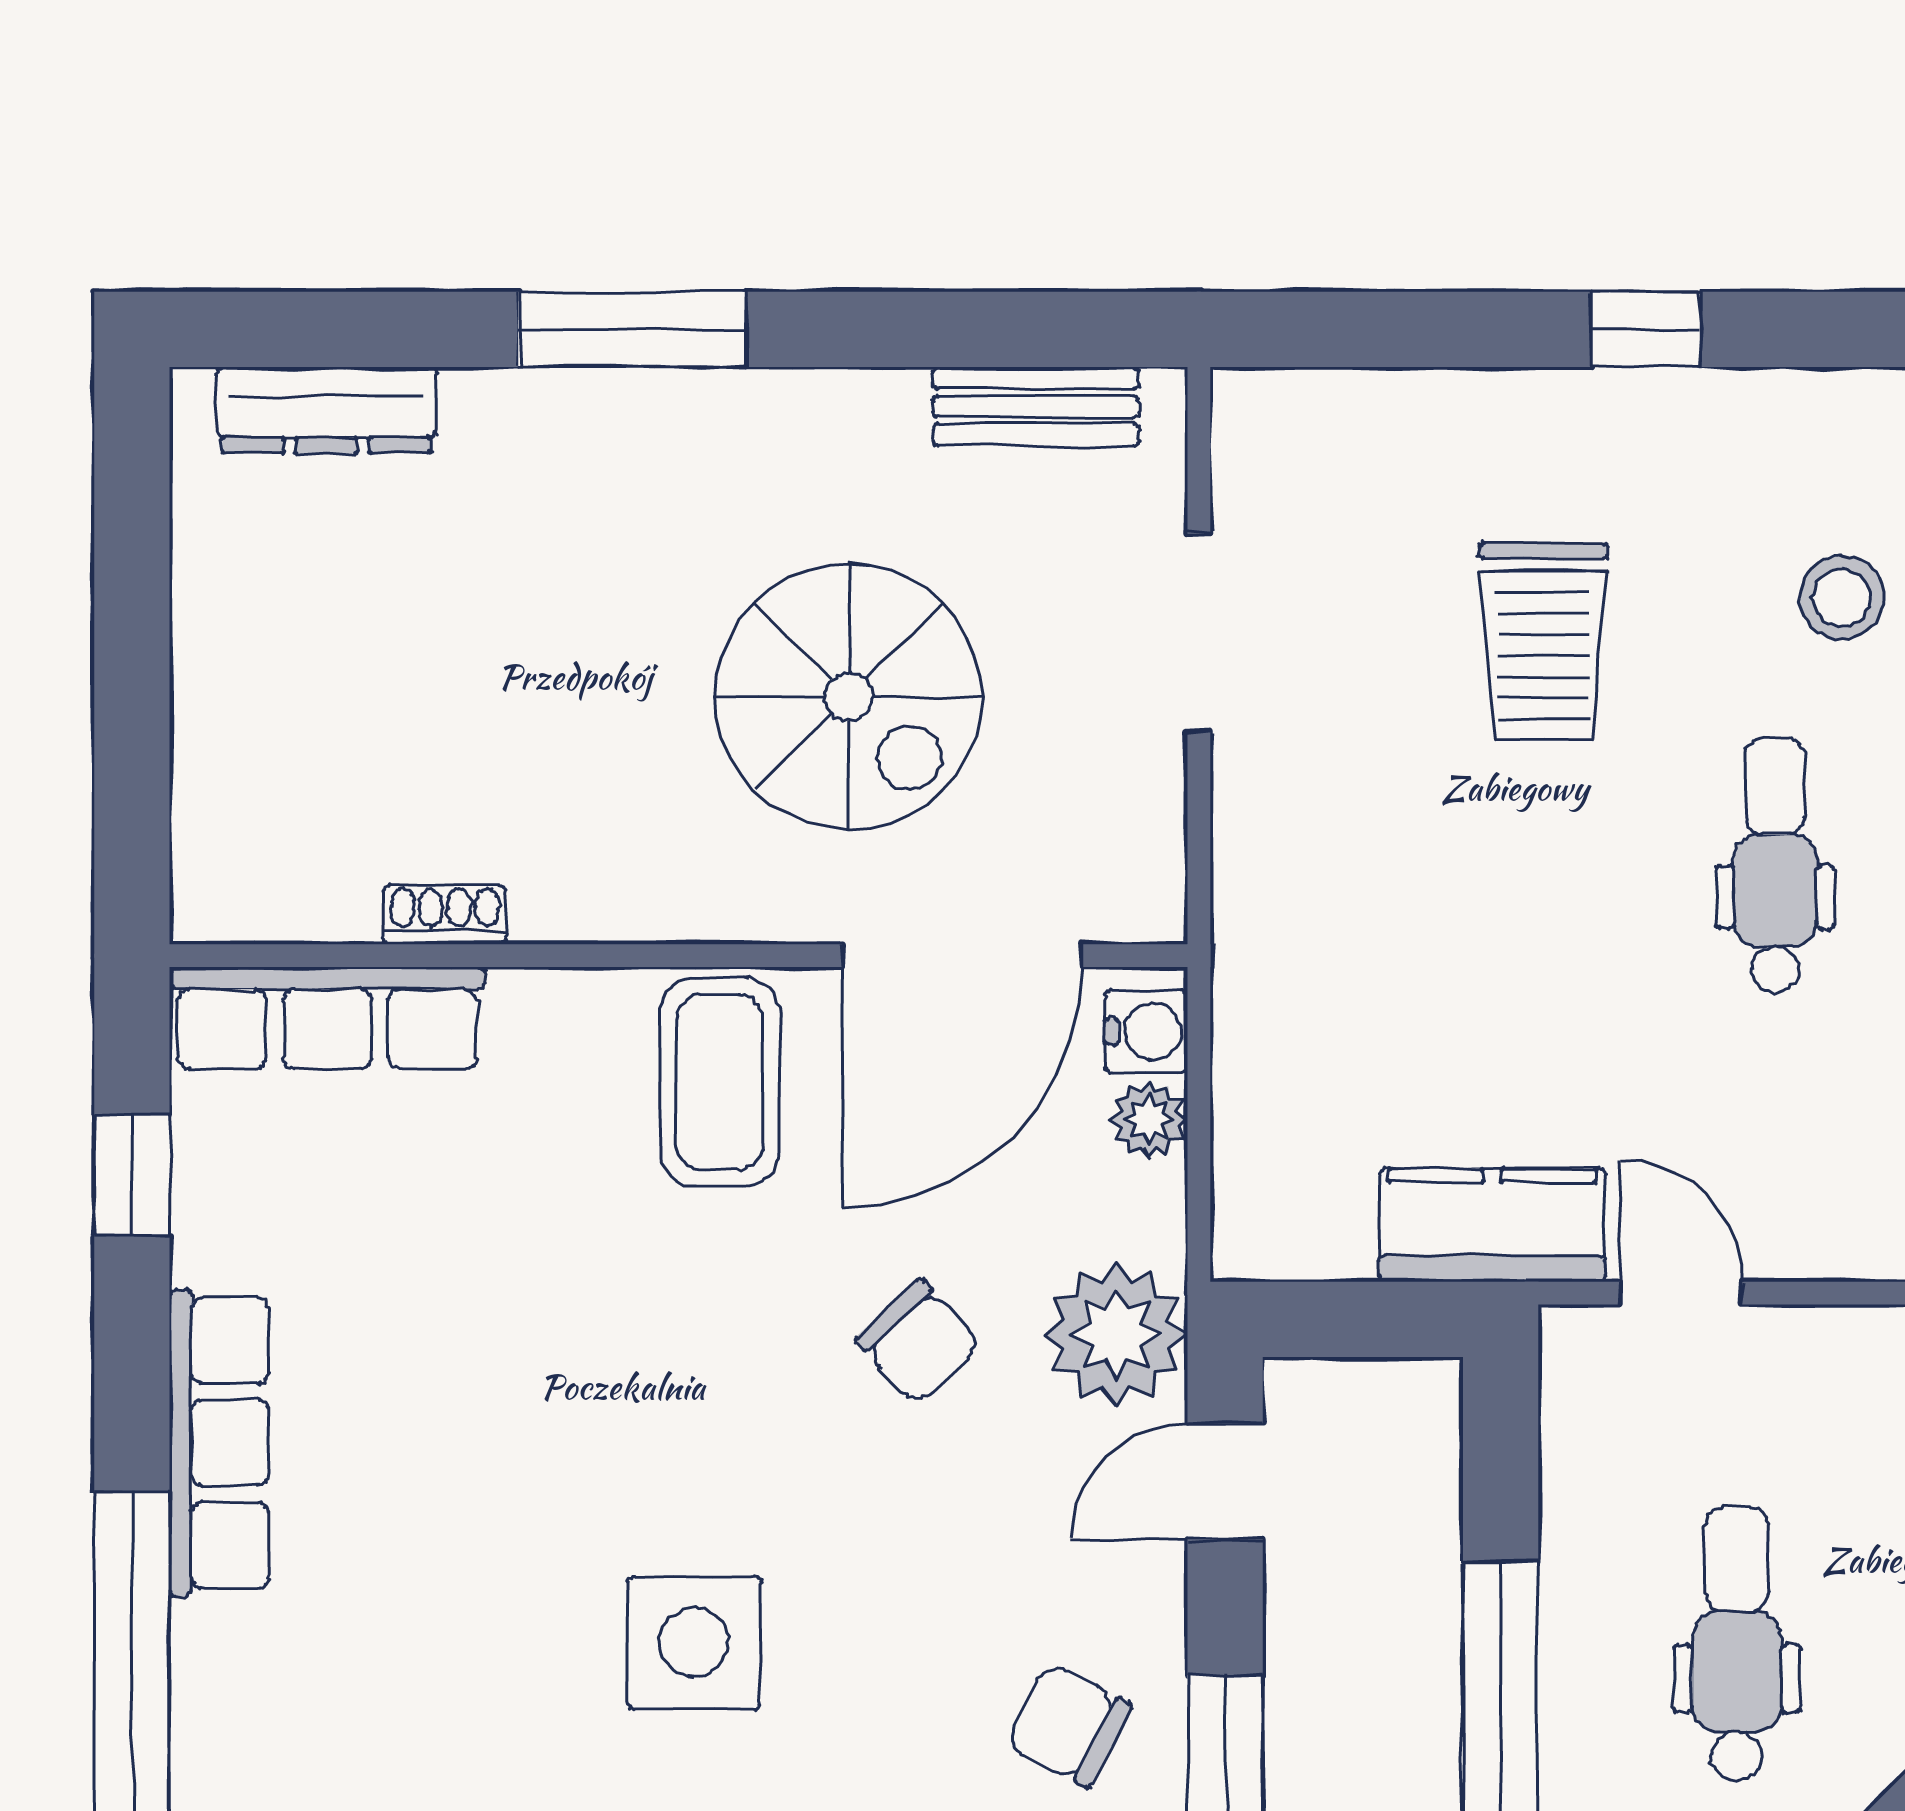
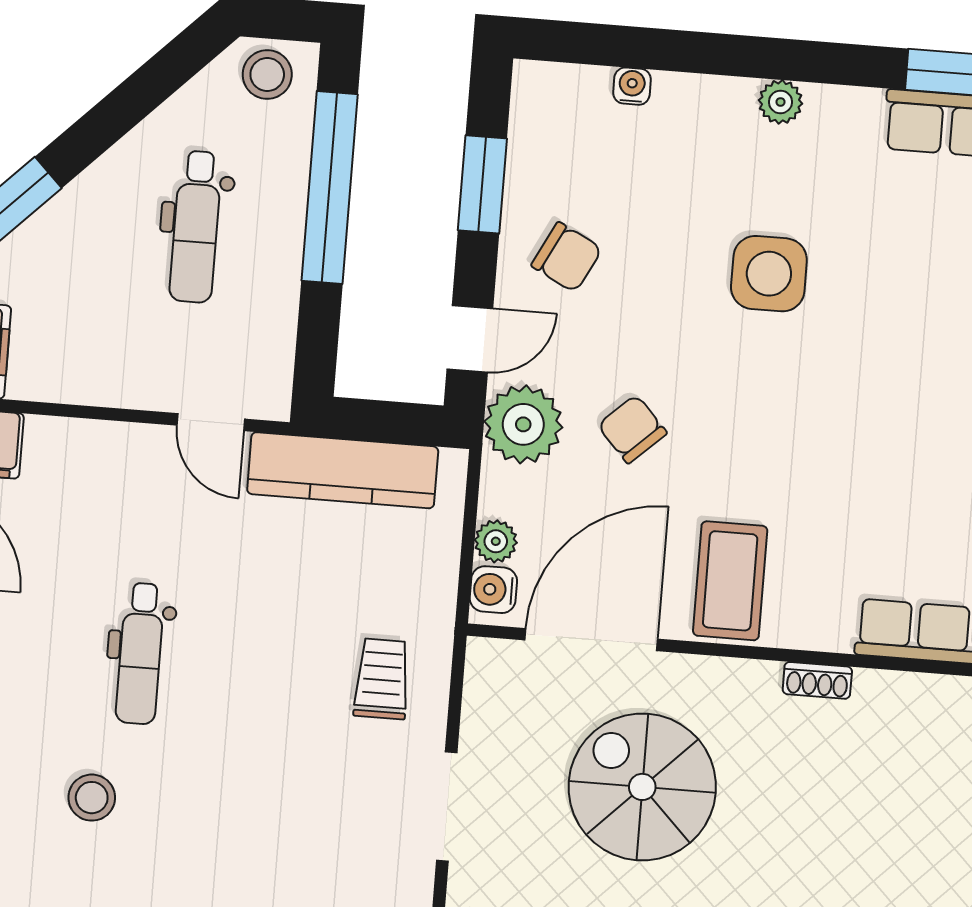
trolley: (1543, 642) -> (382, 679), moved, width x0.73, depth x0.72
shoe rack: (445, 915) -> (817, 680), moved
kitchen counter: (1492, 1225) -> (343, 470), width x1.50
chair: (1069, 1725) -> (567, 257), moved

